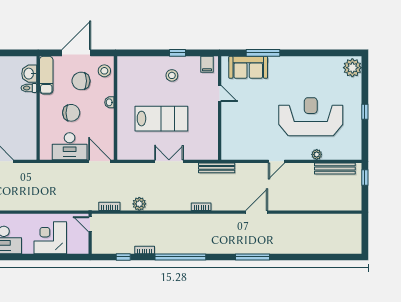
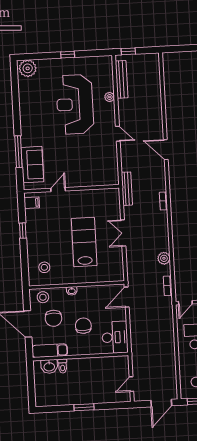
stool: (172, 75) -> (44, 267), moved
desk: (70, 146) -> (115, 337), moved

